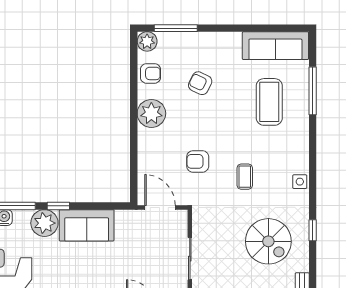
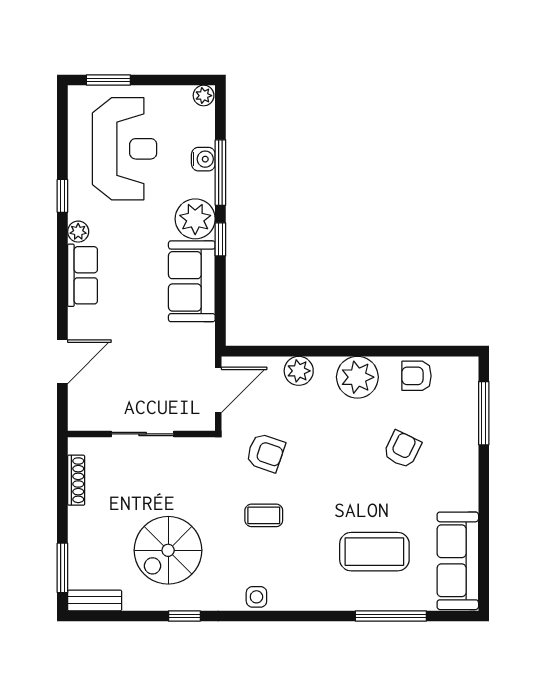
plant: (147, 41) -> (299, 371), moved
armchair: (150, 73) -> (417, 376), turned 90
armchair: (198, 161) -> (266, 453), moved, turned 109

